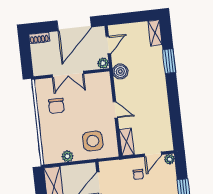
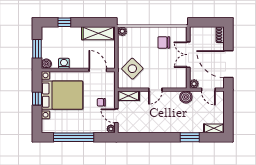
side table: (93, 141) -> (132, 69), turned 45
plant: (67, 156) -> (122, 31), moved

